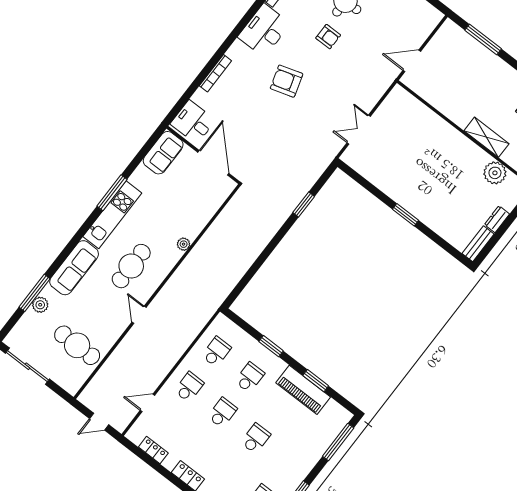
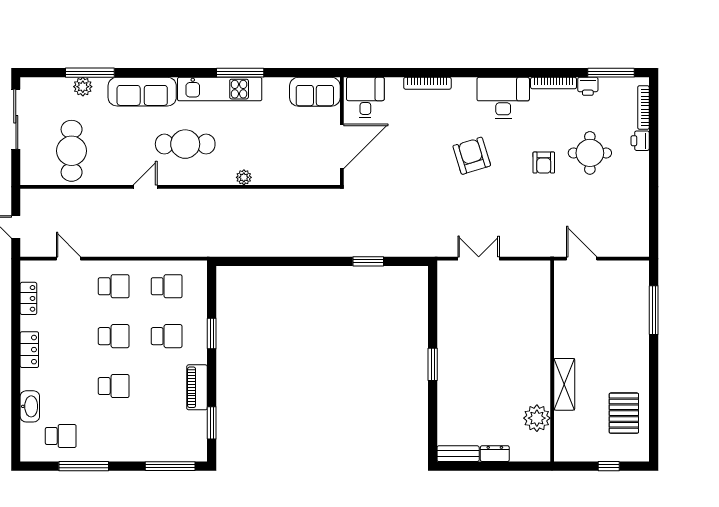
window: (316, 381) -> (212, 423), moved
piano: (303, 390) -> (197, 387), width x0.73, depth x0.75

